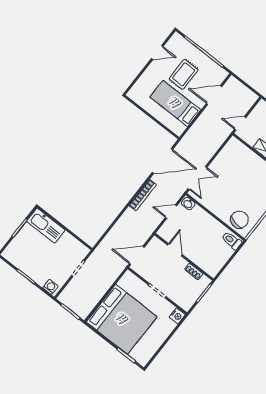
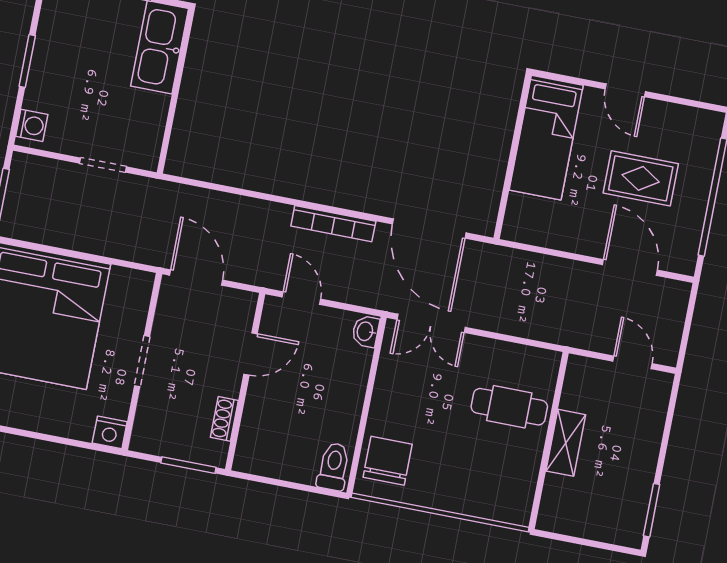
door: (157, 52) -> (625, 90), moved
bed: (175, 103) -> (546, 138), moved, turned 180
door: (240, 123) -> (632, 362), moved
cafe table: (243, 165) -> (509, 407), added
door: (171, 212) -> (301, 298), moved
chair: (239, 220) -> (388, 461), turned -103

